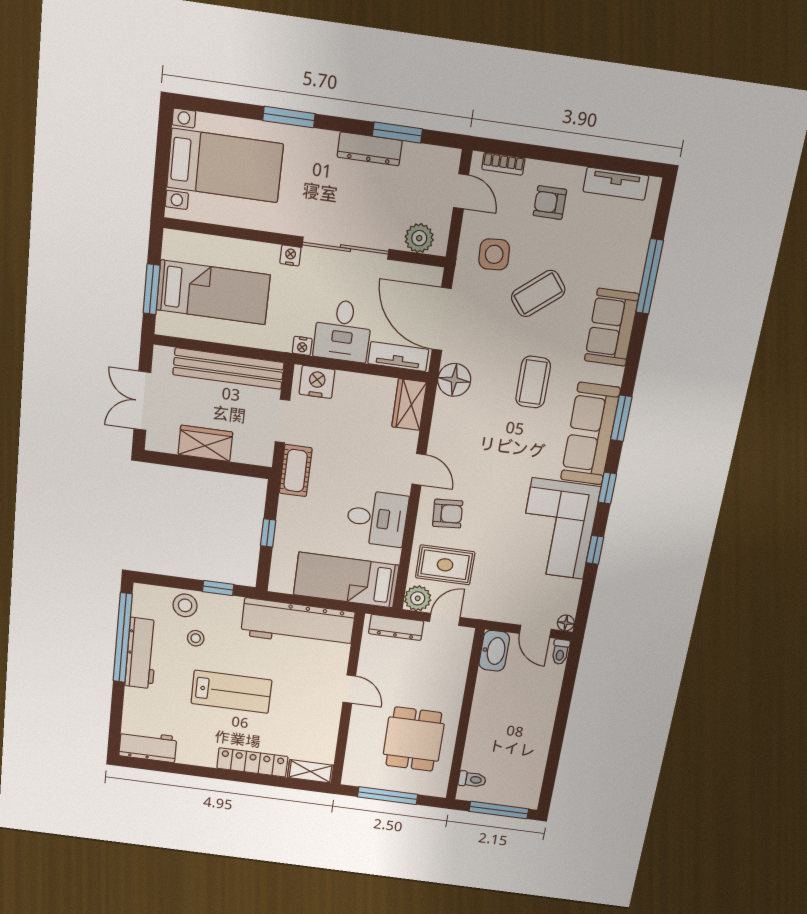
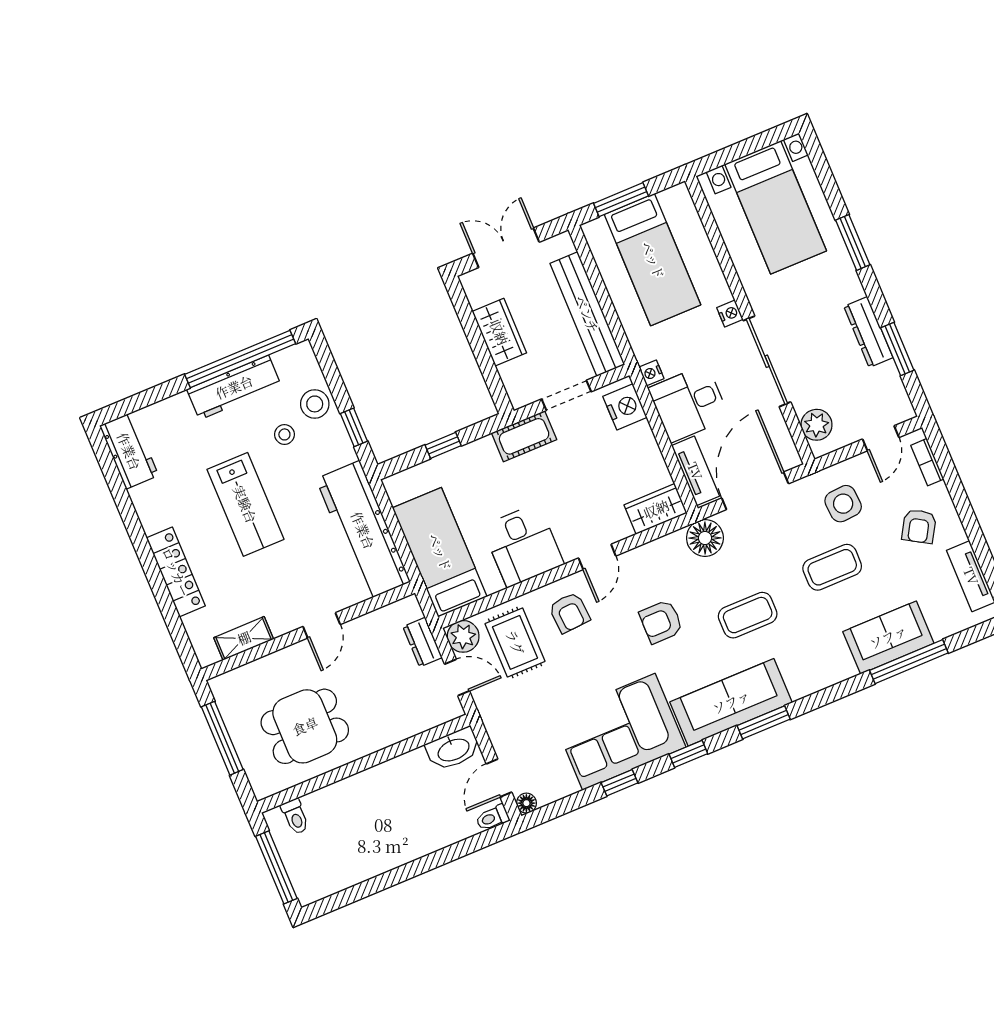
armchair: (550, 203) -> (919, 526), turned -149
coffee table: (538, 293) -> (832, 567), turned -51
sofa: (612, 327) -> (888, 637), moved
armchair: (497, 450) -> (661, 622), added
dresser: (396, 627) -> (423, 642), width x0.70
shelving: (310, 771) -> (244, 638), moved, turned 90

